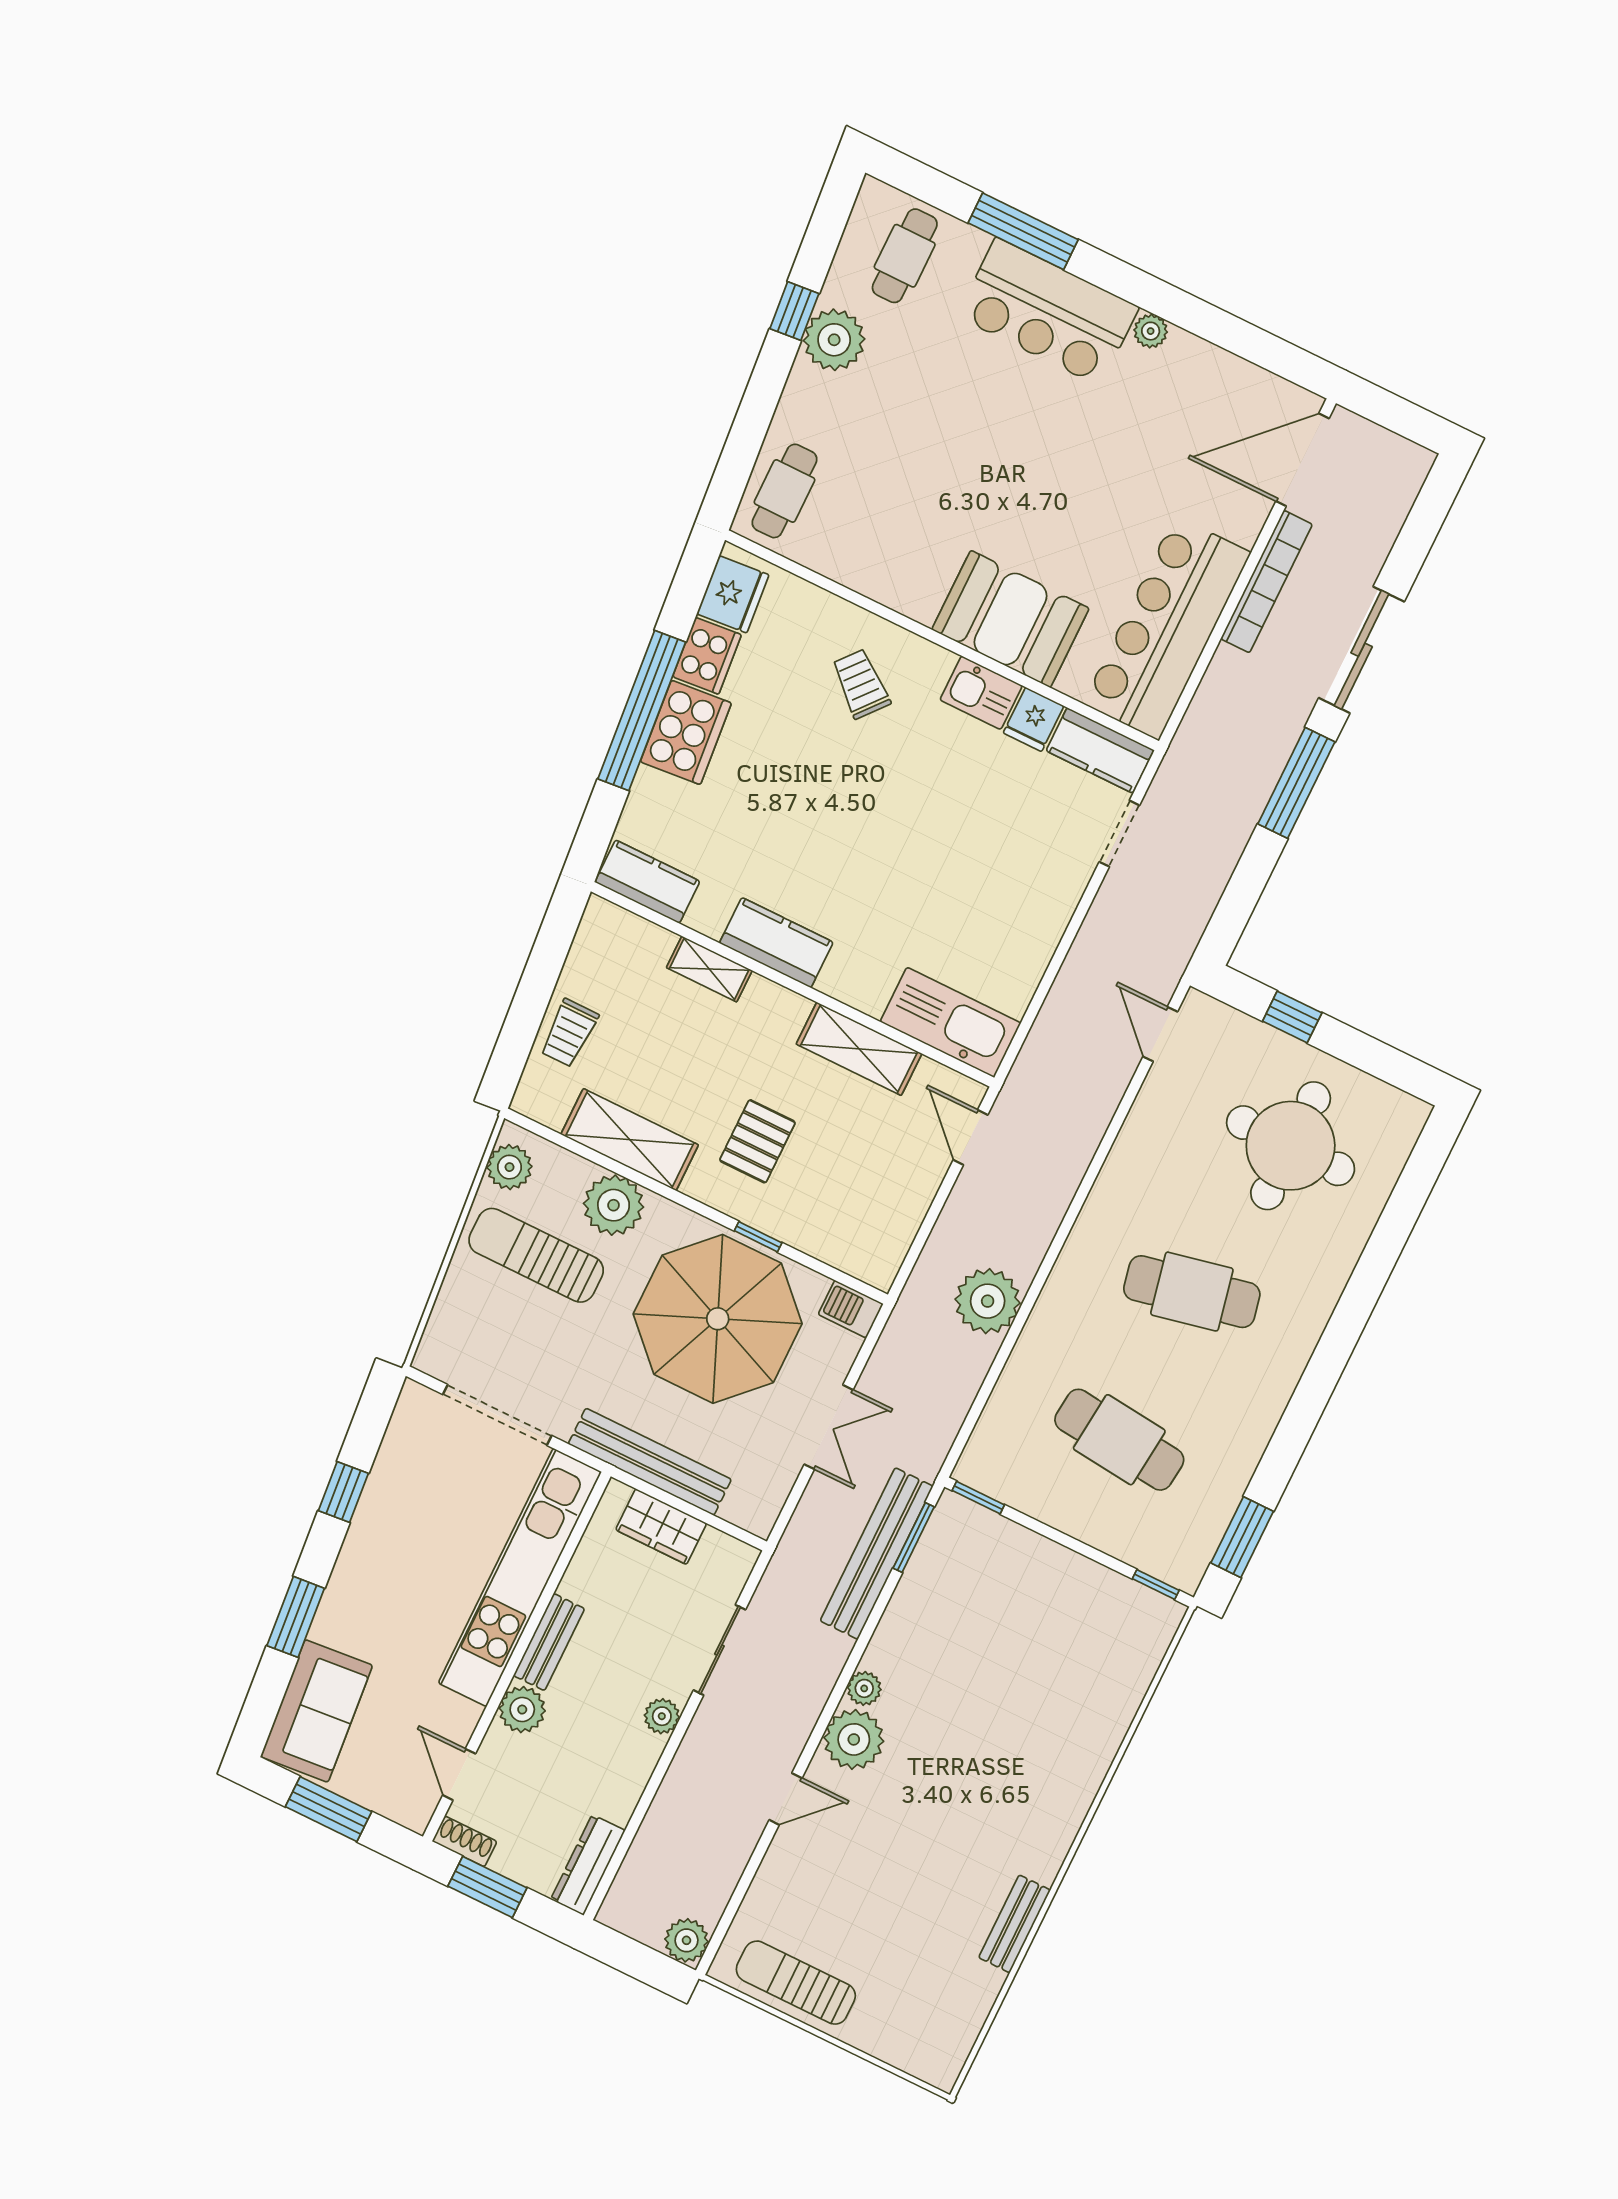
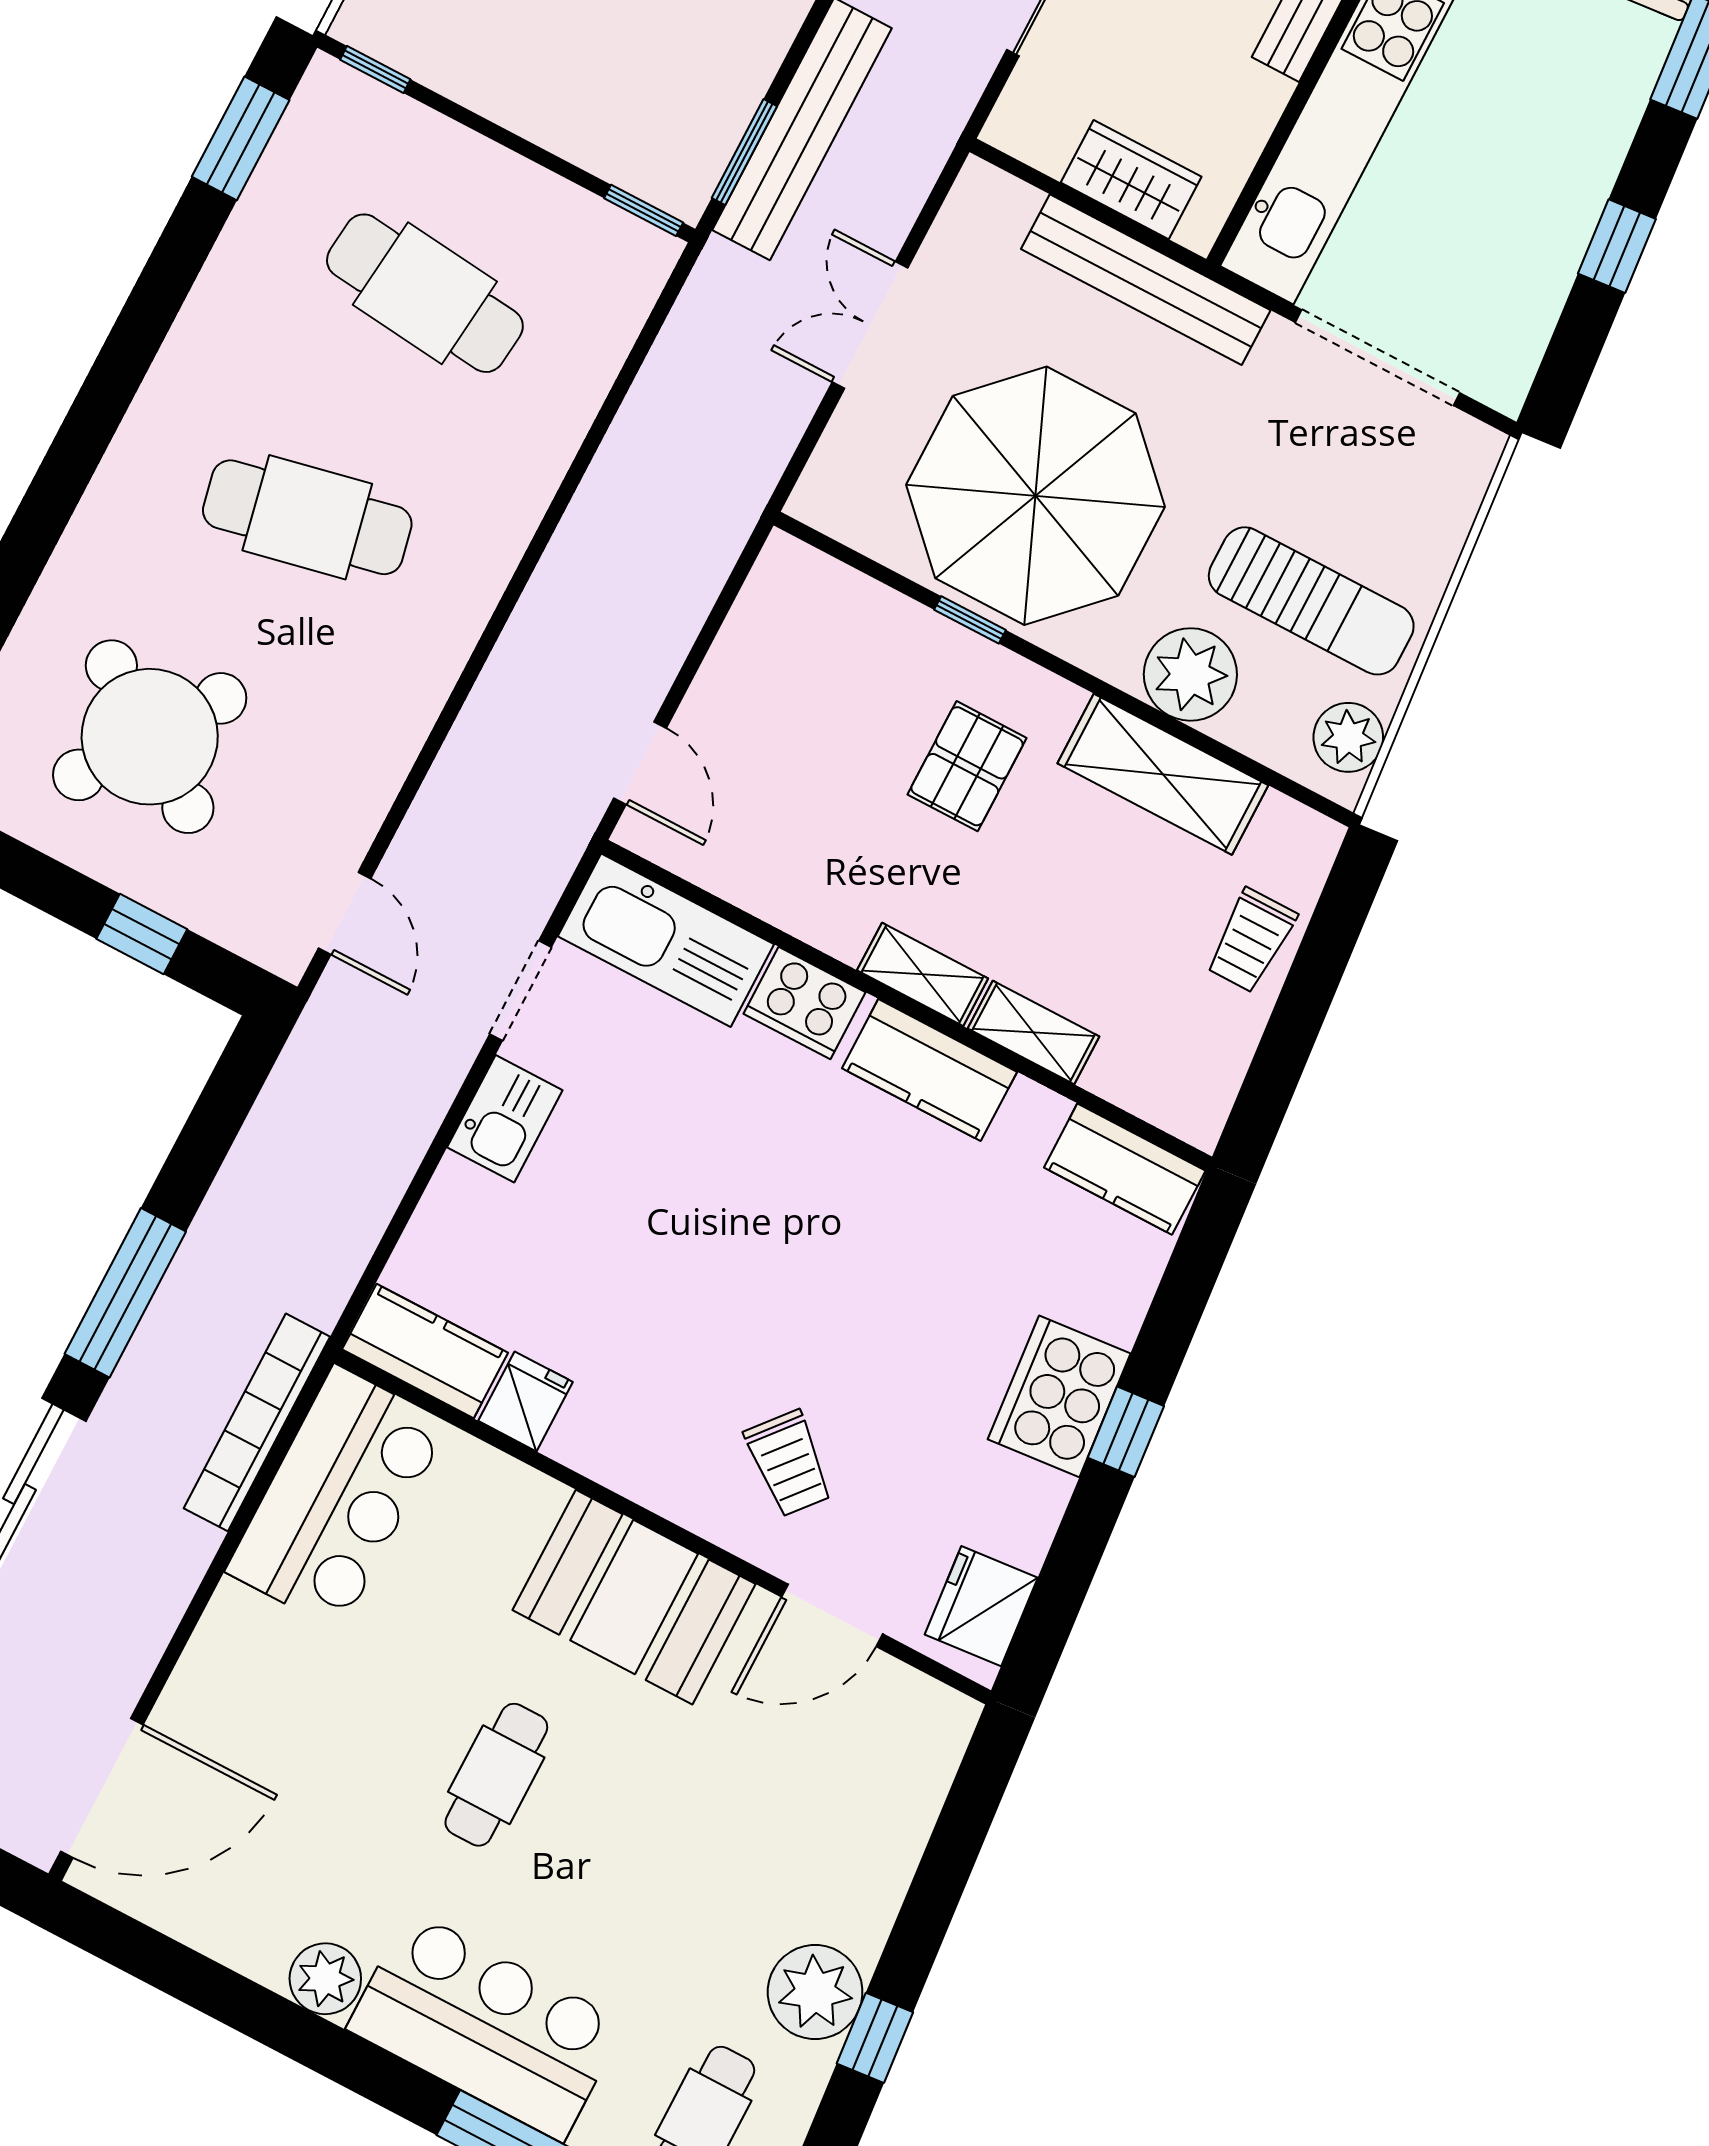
plant: (1151, 331) -> (325, 1979), width x1.38, depth x1.38
cafe table: (784, 491) -> (496, 1775), moved
bookcase: (1267, 582) -> (257, 1422), moved
door: (830, 586) -> (832, 1615), added
booth: (1010, 619) -> (634, 1597), moved
bar counter: (1167, 628) -> (337, 1498), width x0.73
cooker: (707, 656) -> (804, 1003), moved, turned -85
kitchen sink: (981, 693) -> (505, 1119), moved, turned 90
window: (642, 710) -> (1126, 1432), width x0.32
doorway: (1119, 834) -> (521, 991), moved
trolley: (569, 1033) -> (1251, 941), turned 180
shelving: (859, 1049) -> (923, 974), moved, width x0.67, depth x0.75
round table: (1291, 1146) -> (150, 737), turned 34
plant: (988, 1301) -> (621, 511), removed
barbecue: (851, 1309) -> (831, 505), removed

